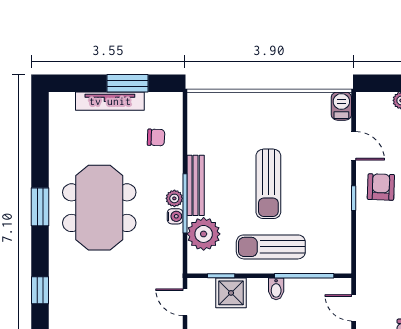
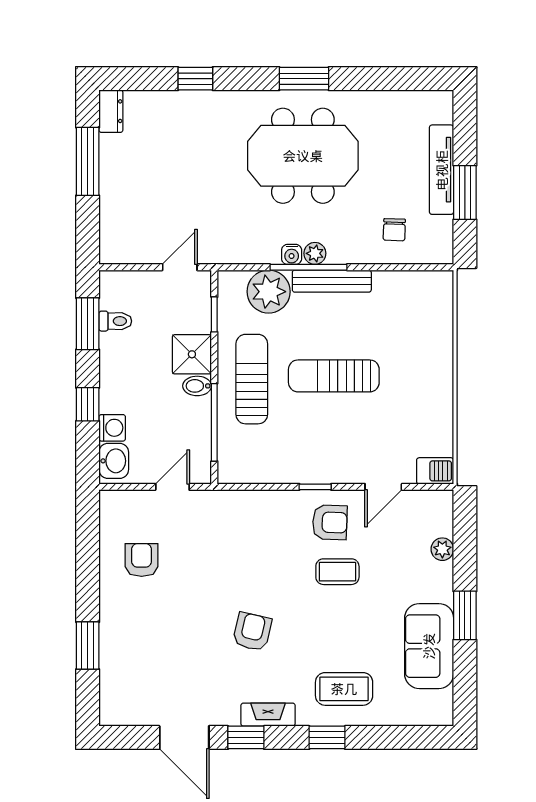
shower: (231, 293) -> (192, 354), moved

